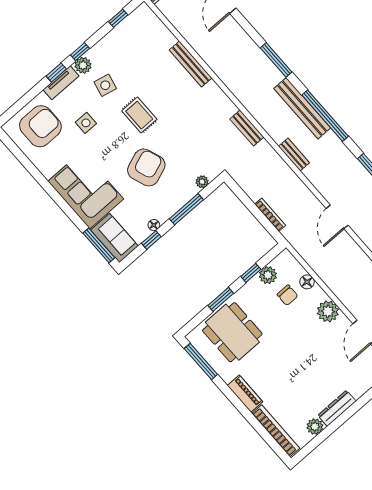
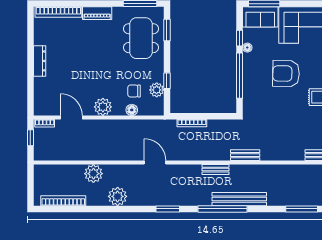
window: (276, 60) -> (302, 209), moved
bench: (247, 128) -> (245, 155), moved
armchair: (146, 167) -> (286, 74), turned 111
plant: (202, 182) -> (248, 100), removed
window: (186, 209) -> (240, 76), width x1.46
window: (221, 299) -> (167, 30), moved
dining table: (232, 332) -> (141, 38), turned 90
plant: (315, 427) -> (40, 38), removed

